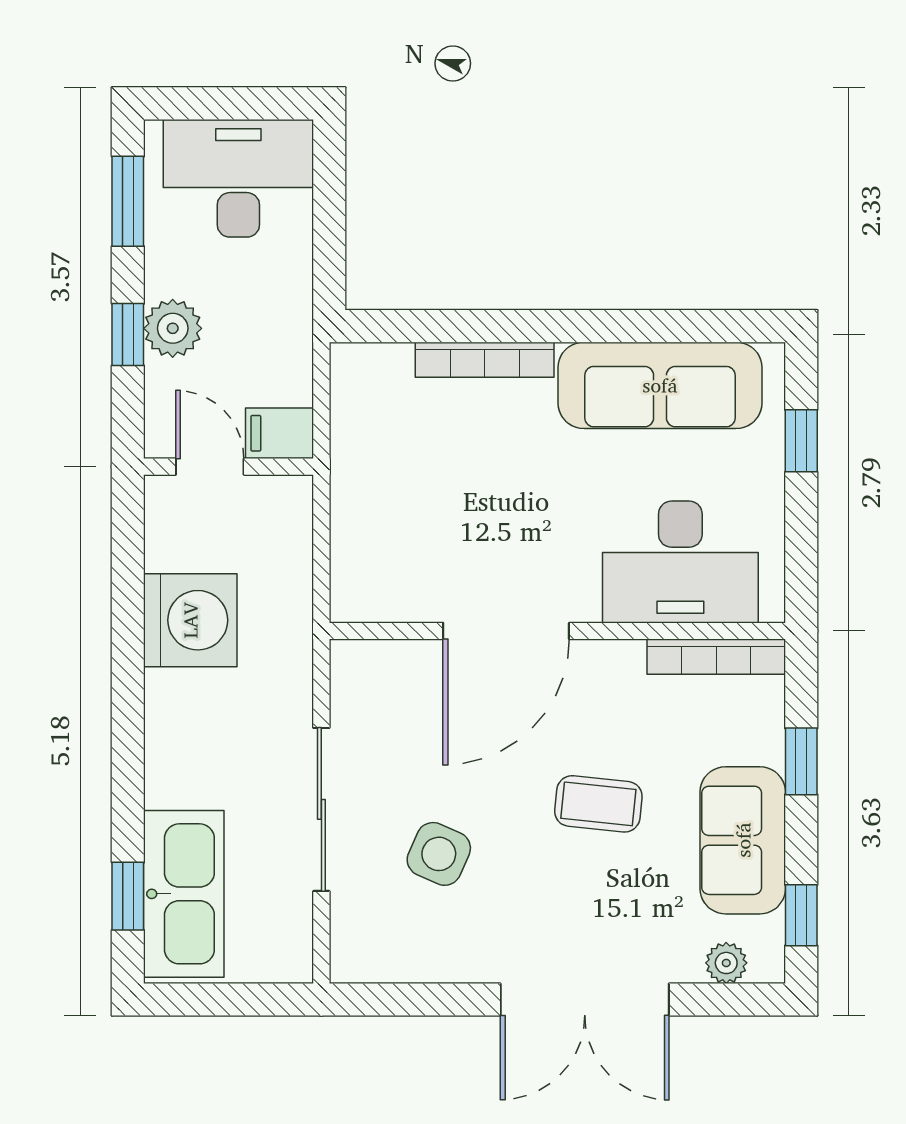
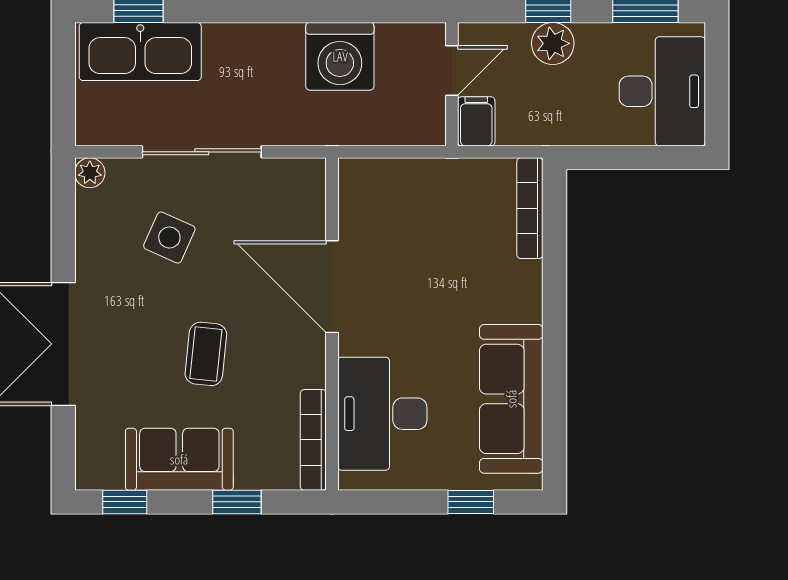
bookcase: (485, 360) -> (530, 208), moved
plant: (726, 963) -> (90, 173), moved

